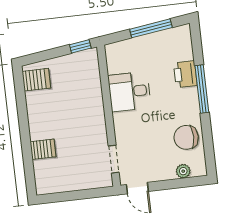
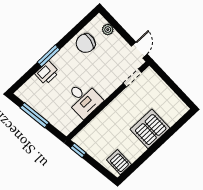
window: (202, 89) -> (48, 56), width x0.69
chair: (186, 137) -> (86, 43), turned 101
server rack: (43, 149) -> (150, 129), width x2.18, depth x1.44

